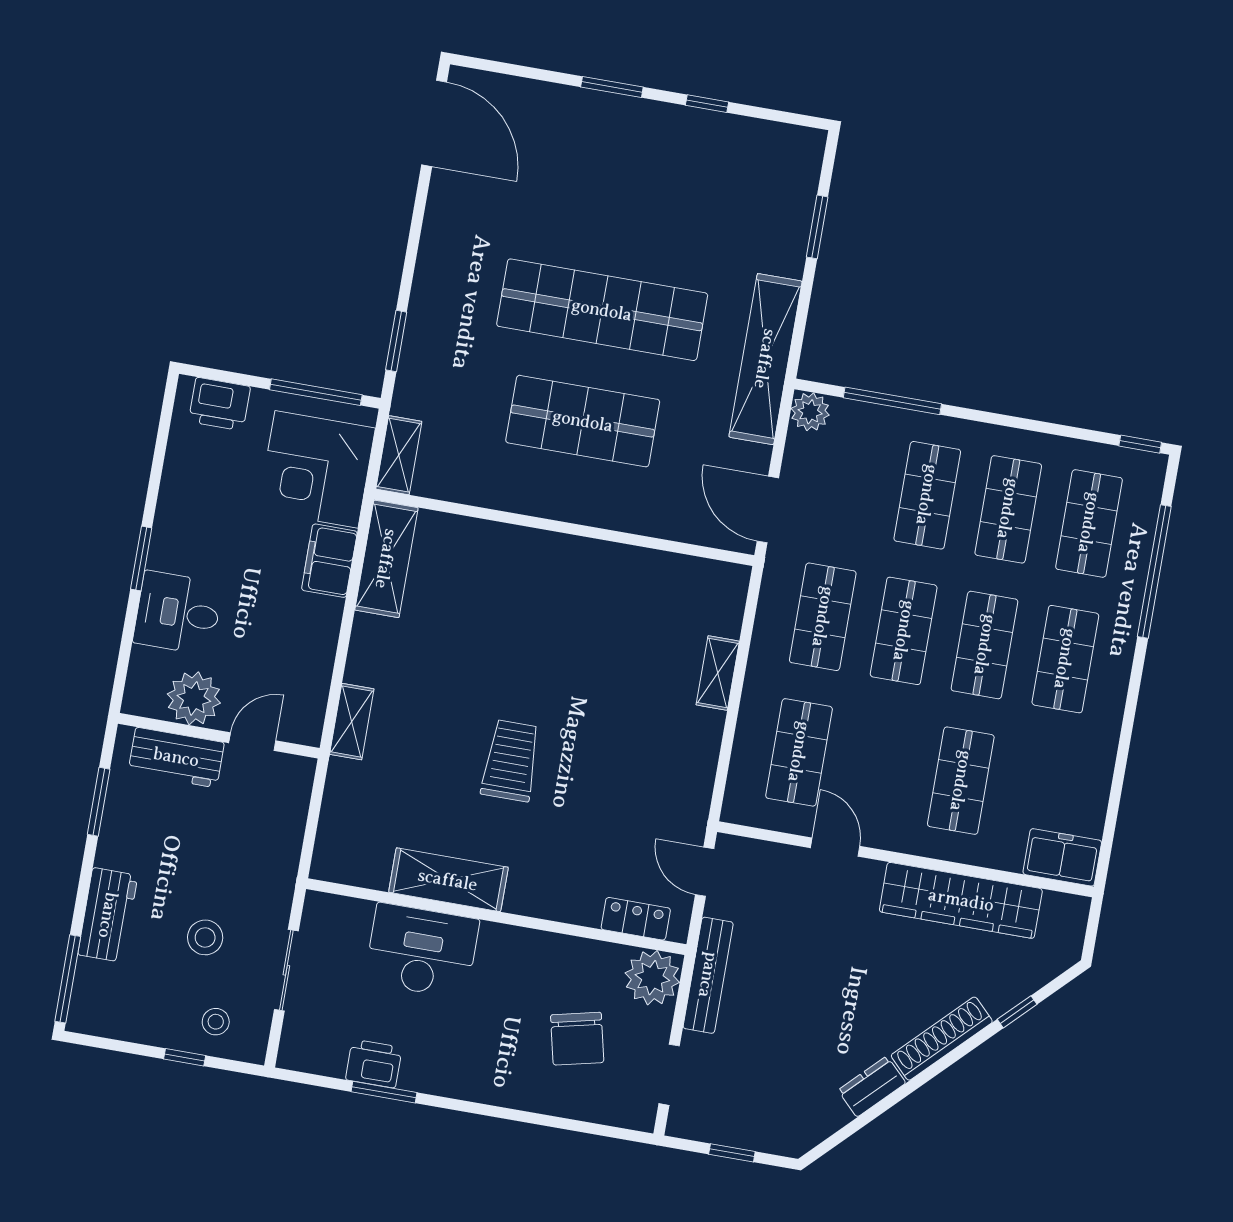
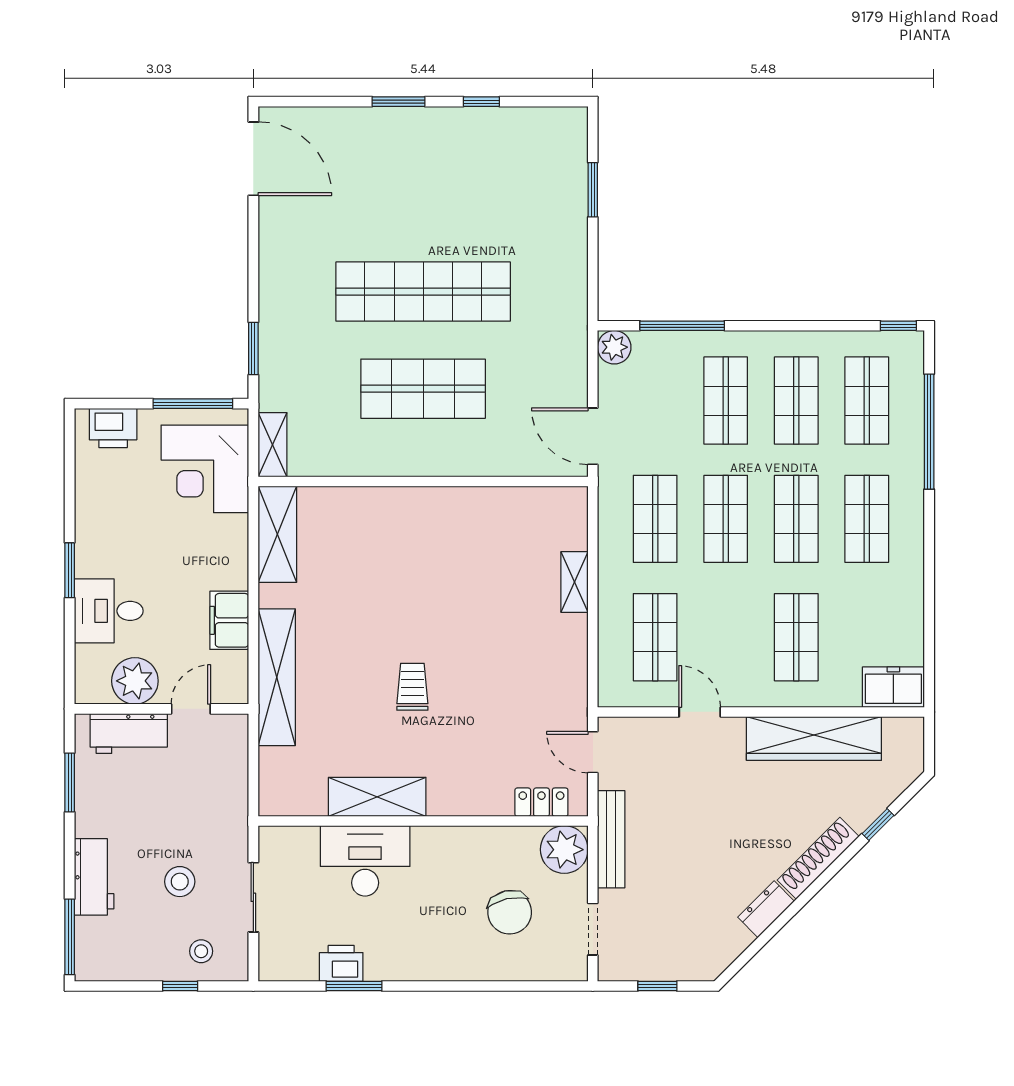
shelving: (765, 359) -> (569, 309), removed
filing cabinet: (329, 561) -> (229, 620), moved
shelving: (352, 722) -> (277, 677), width x2.20, depth x1.33
trolley: (511, 761) -> (412, 687), width x0.73, depth x0.72

